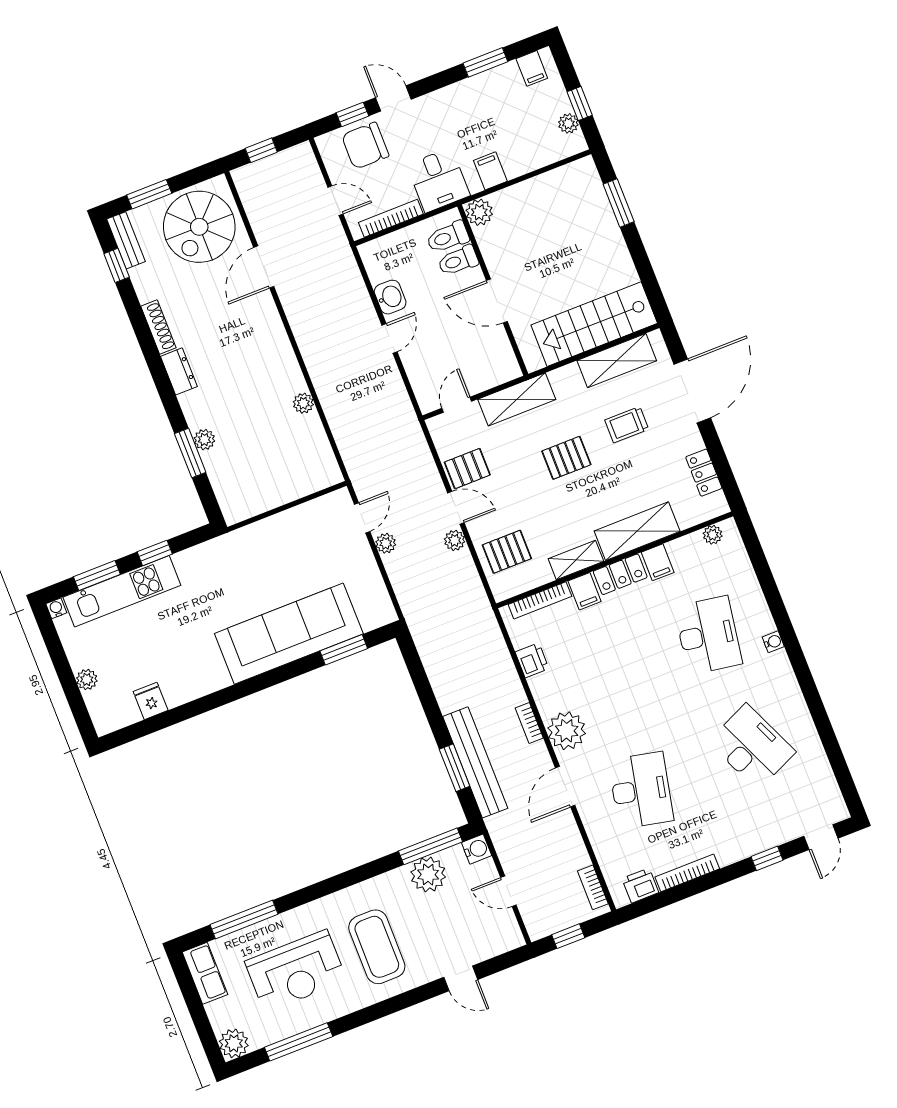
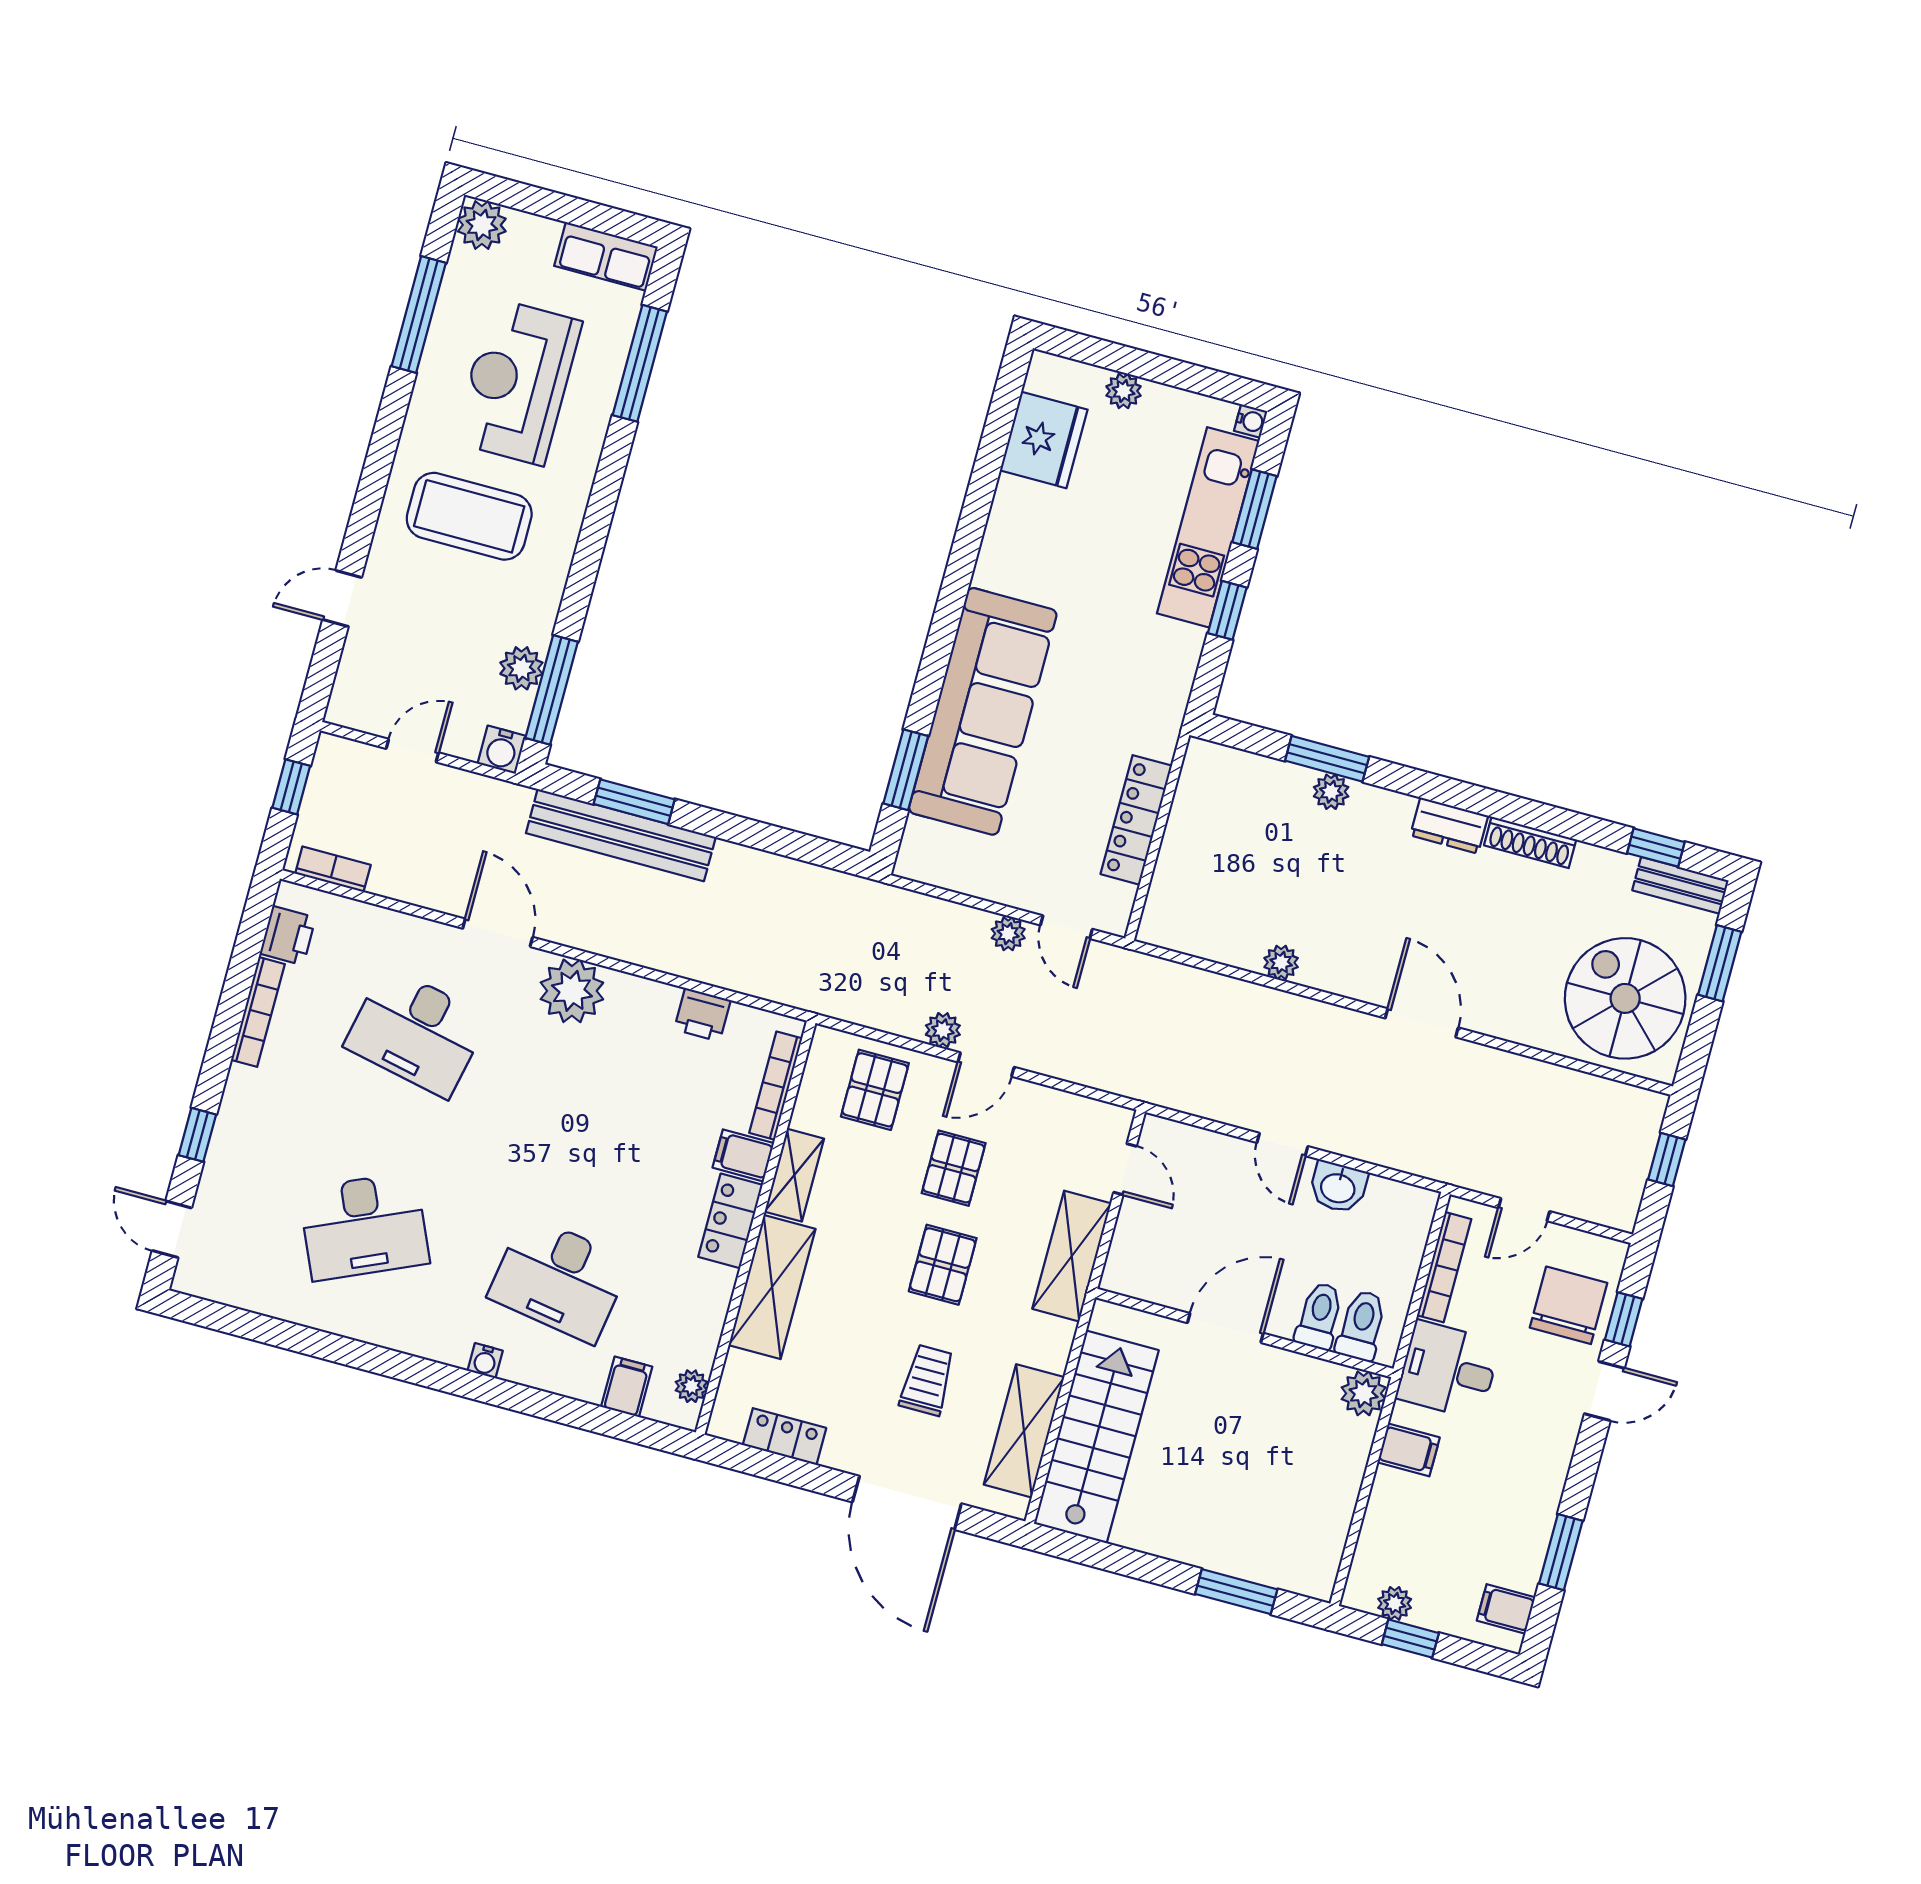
door: (264, 267) -> (1422, 1023), moved
pallet: (467, 469) -> (954, 1168), moved
locker: (286, 522) -> (1136, 820), added
filing cabinet: (658, 562) -> (627, 1387), moved, turned 90
fridge: (151, 701) -> (1044, 440), width x1.88, depth x1.34
bookcase: (529, 723) -> (620, 948), removed
plant: (428, 875) -> (521, 668), width x0.73, depth x0.73

